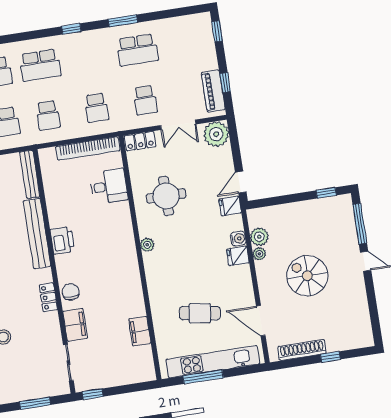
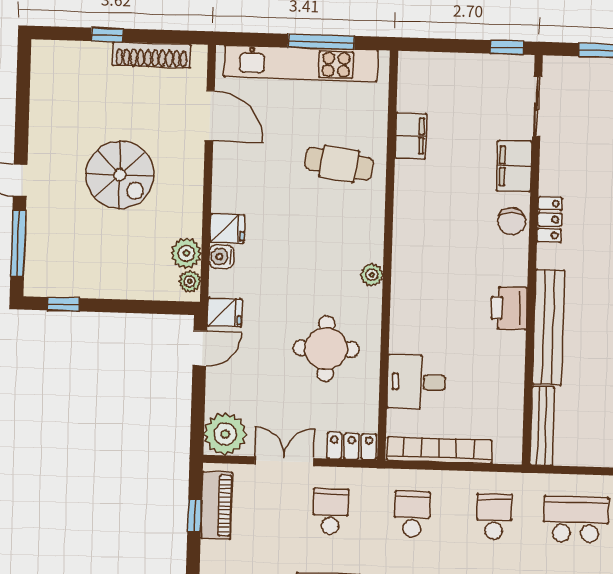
plant: (259, 254) -> (190, 281), moved
cafe table: (200, 313) -> (339, 164), moved

